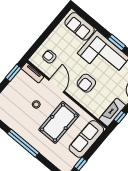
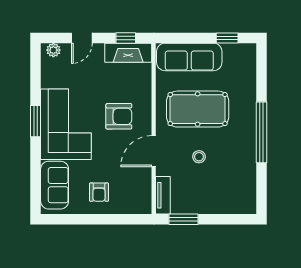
armchair: (49, 57) -> (99, 192), moved

